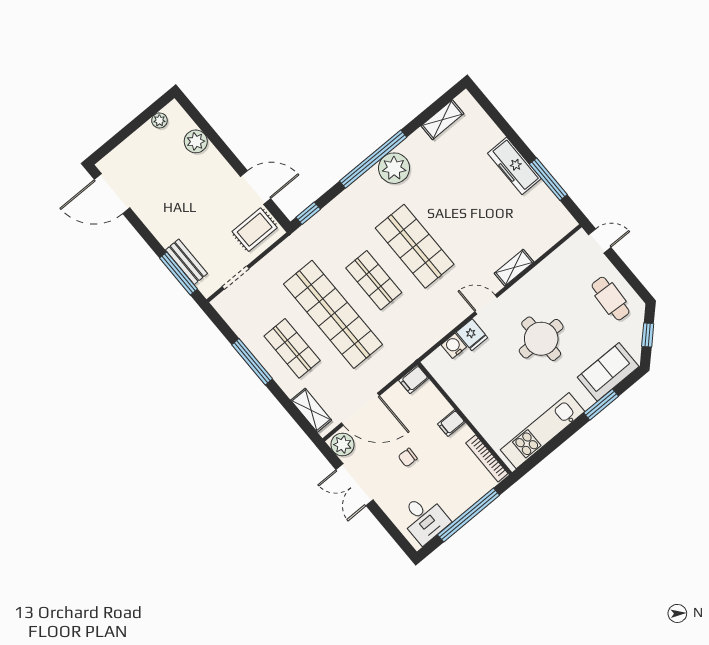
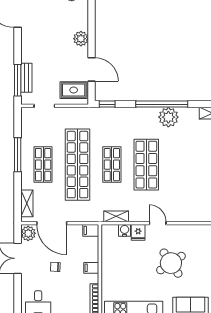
plant: (196, 141) -> (81, 39), moved
shelving: (514, 268) -> (116, 216), moved
round table: (541, 339) -> (171, 263), turned -34

